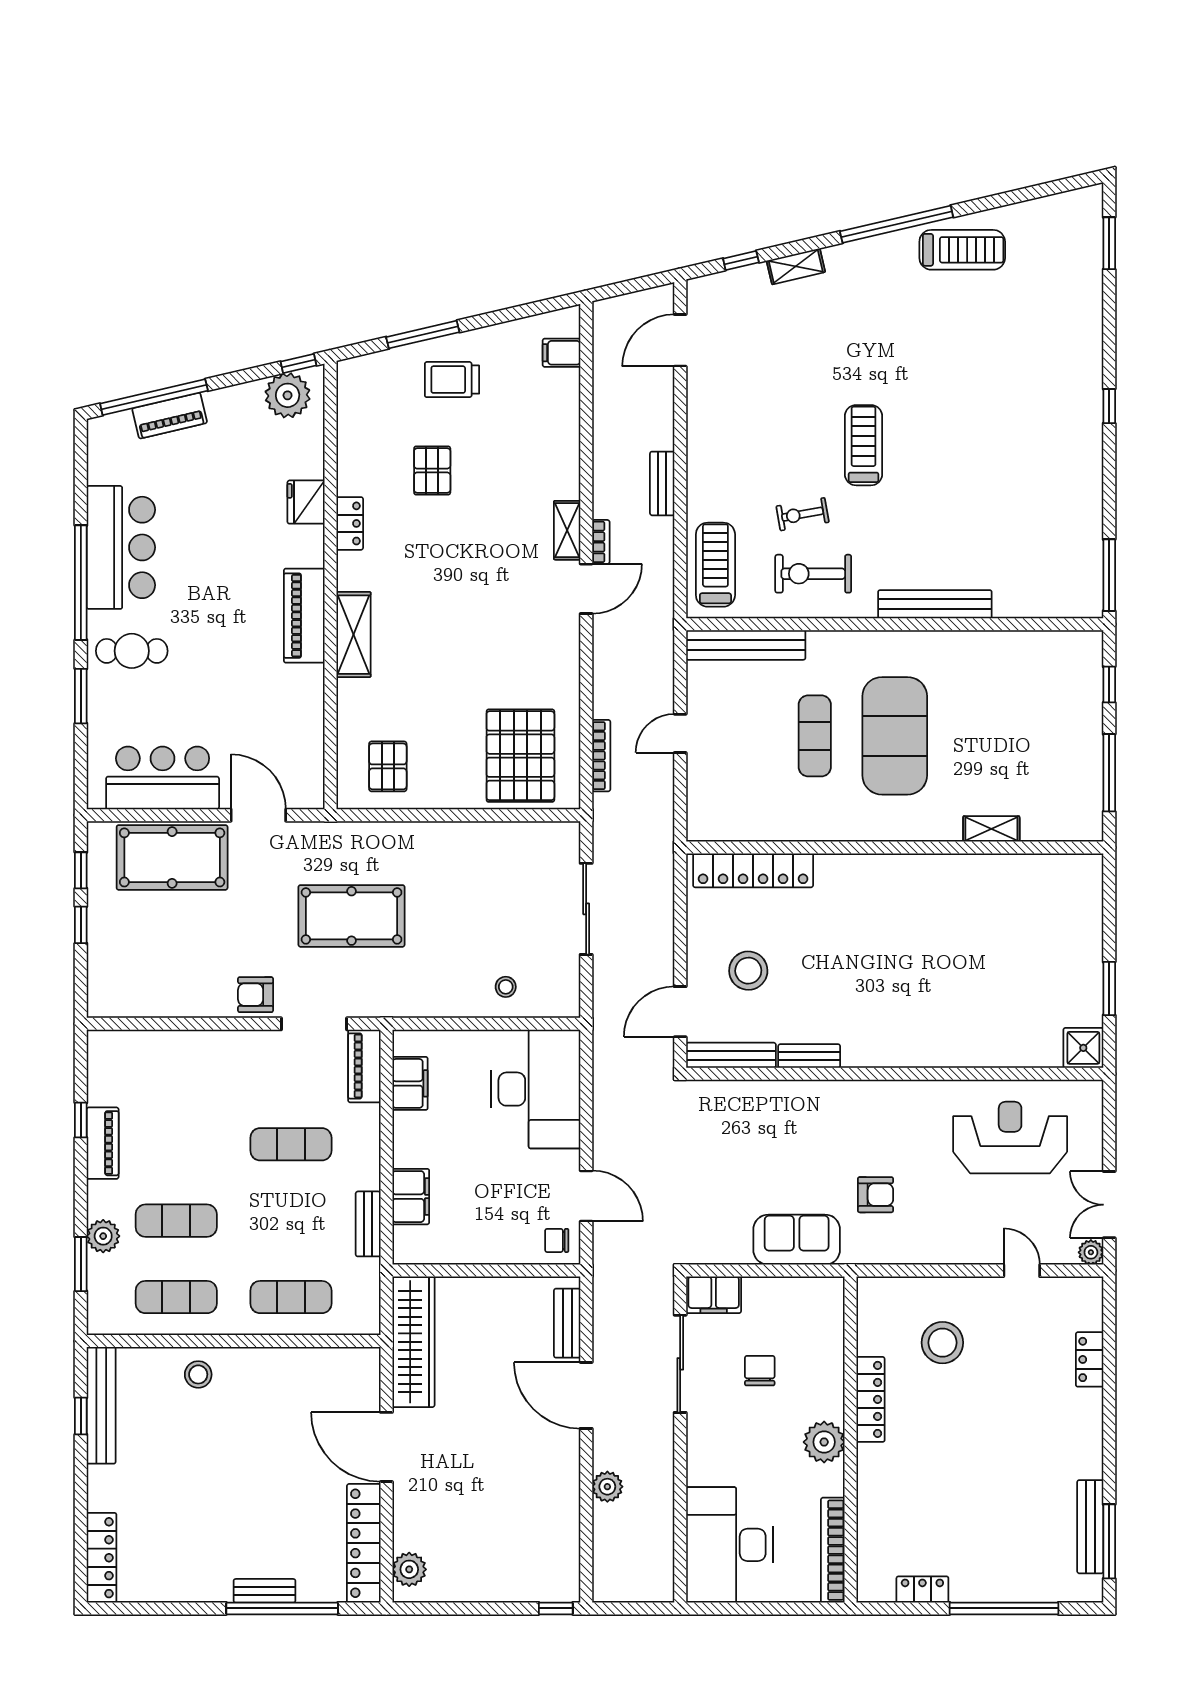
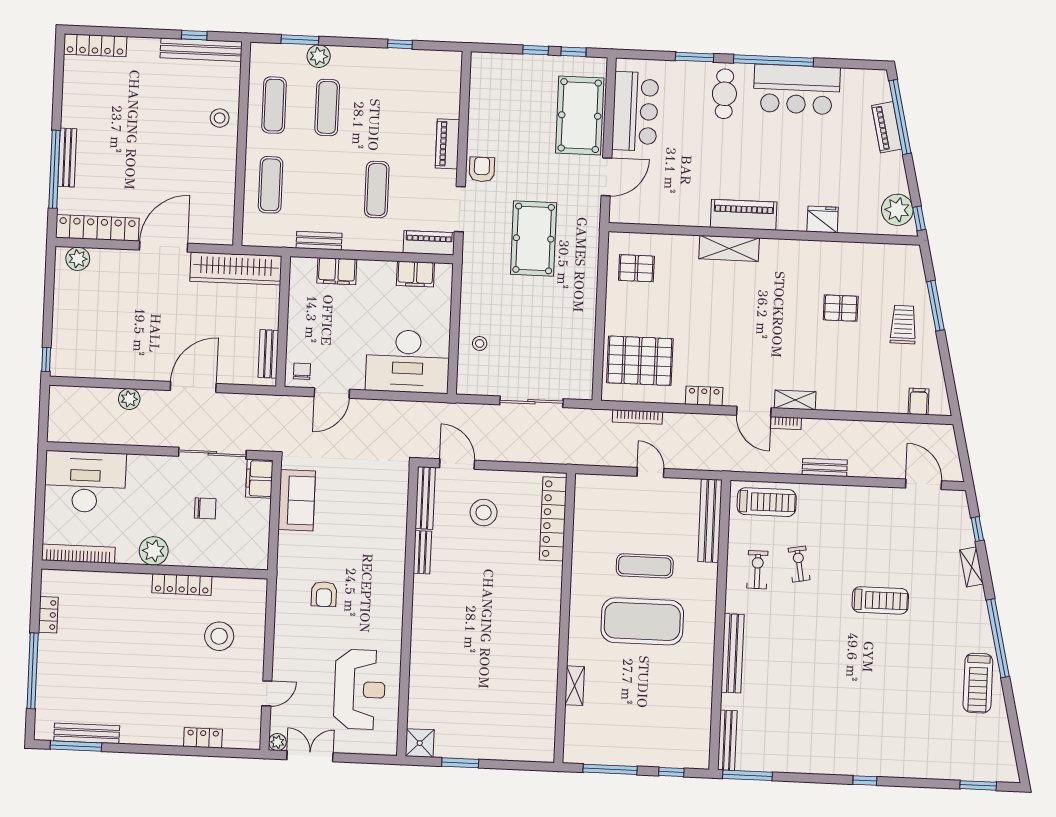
treadmill: (864, 445) -> (880, 600), moved
locker: (350, 523) -> (704, 396), moved, turned 180
exercise bike: (813, 574) -> (757, 570), width x0.73, depth x0.72
bench: (1060, 606) -> (727, 740), added
piano: (103, 1143) -> (447, 144), moved, turned 90
sofa: (797, 1240) -> (297, 500), moved
bench: (567, 1323) -> (268, 354), moved, turned 90
bench: (265, 1591) -> (67, 158), width x1.36

